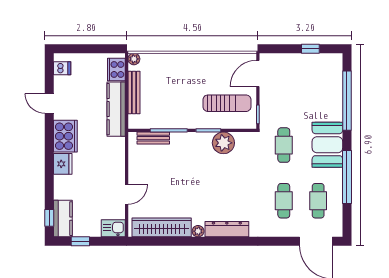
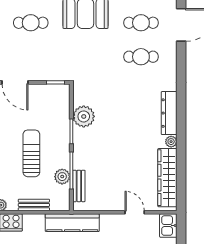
bench: (134, 93) -> (34, 205), width x0.73
sun lounger: (227, 103) -> (31, 153), moved
kitchen counter: (116, 109) -> (72, 223), moved
plant: (163, 121) -> (62, 177), added
cafe table: (284, 145) -> (31, 23), moved

